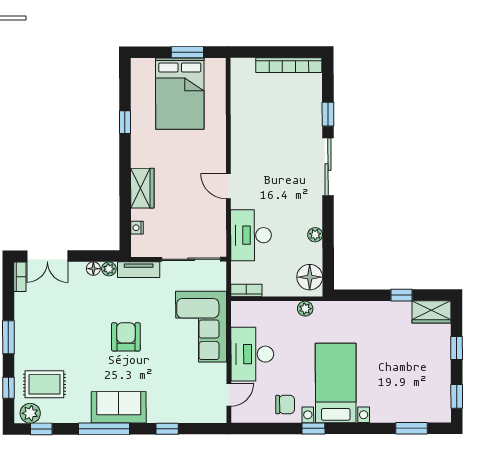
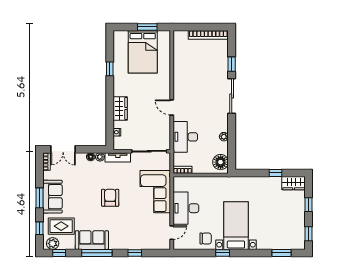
plant: (305, 309) -> (218, 181), removed
sofa: (30, 335) -> (53, 197), added
sofa: (119, 407) -> (92, 240), moved

